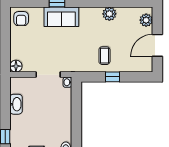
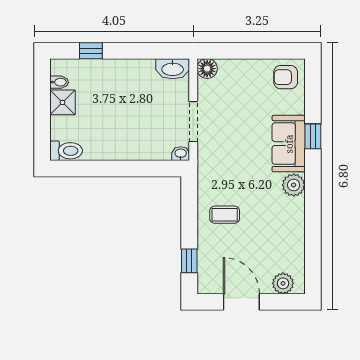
plant: (109, 14) -> (294, 185), moved
window: (113, 77) -> (189, 261), moved
washbasin: (16, 104) -> (173, 69), moved

